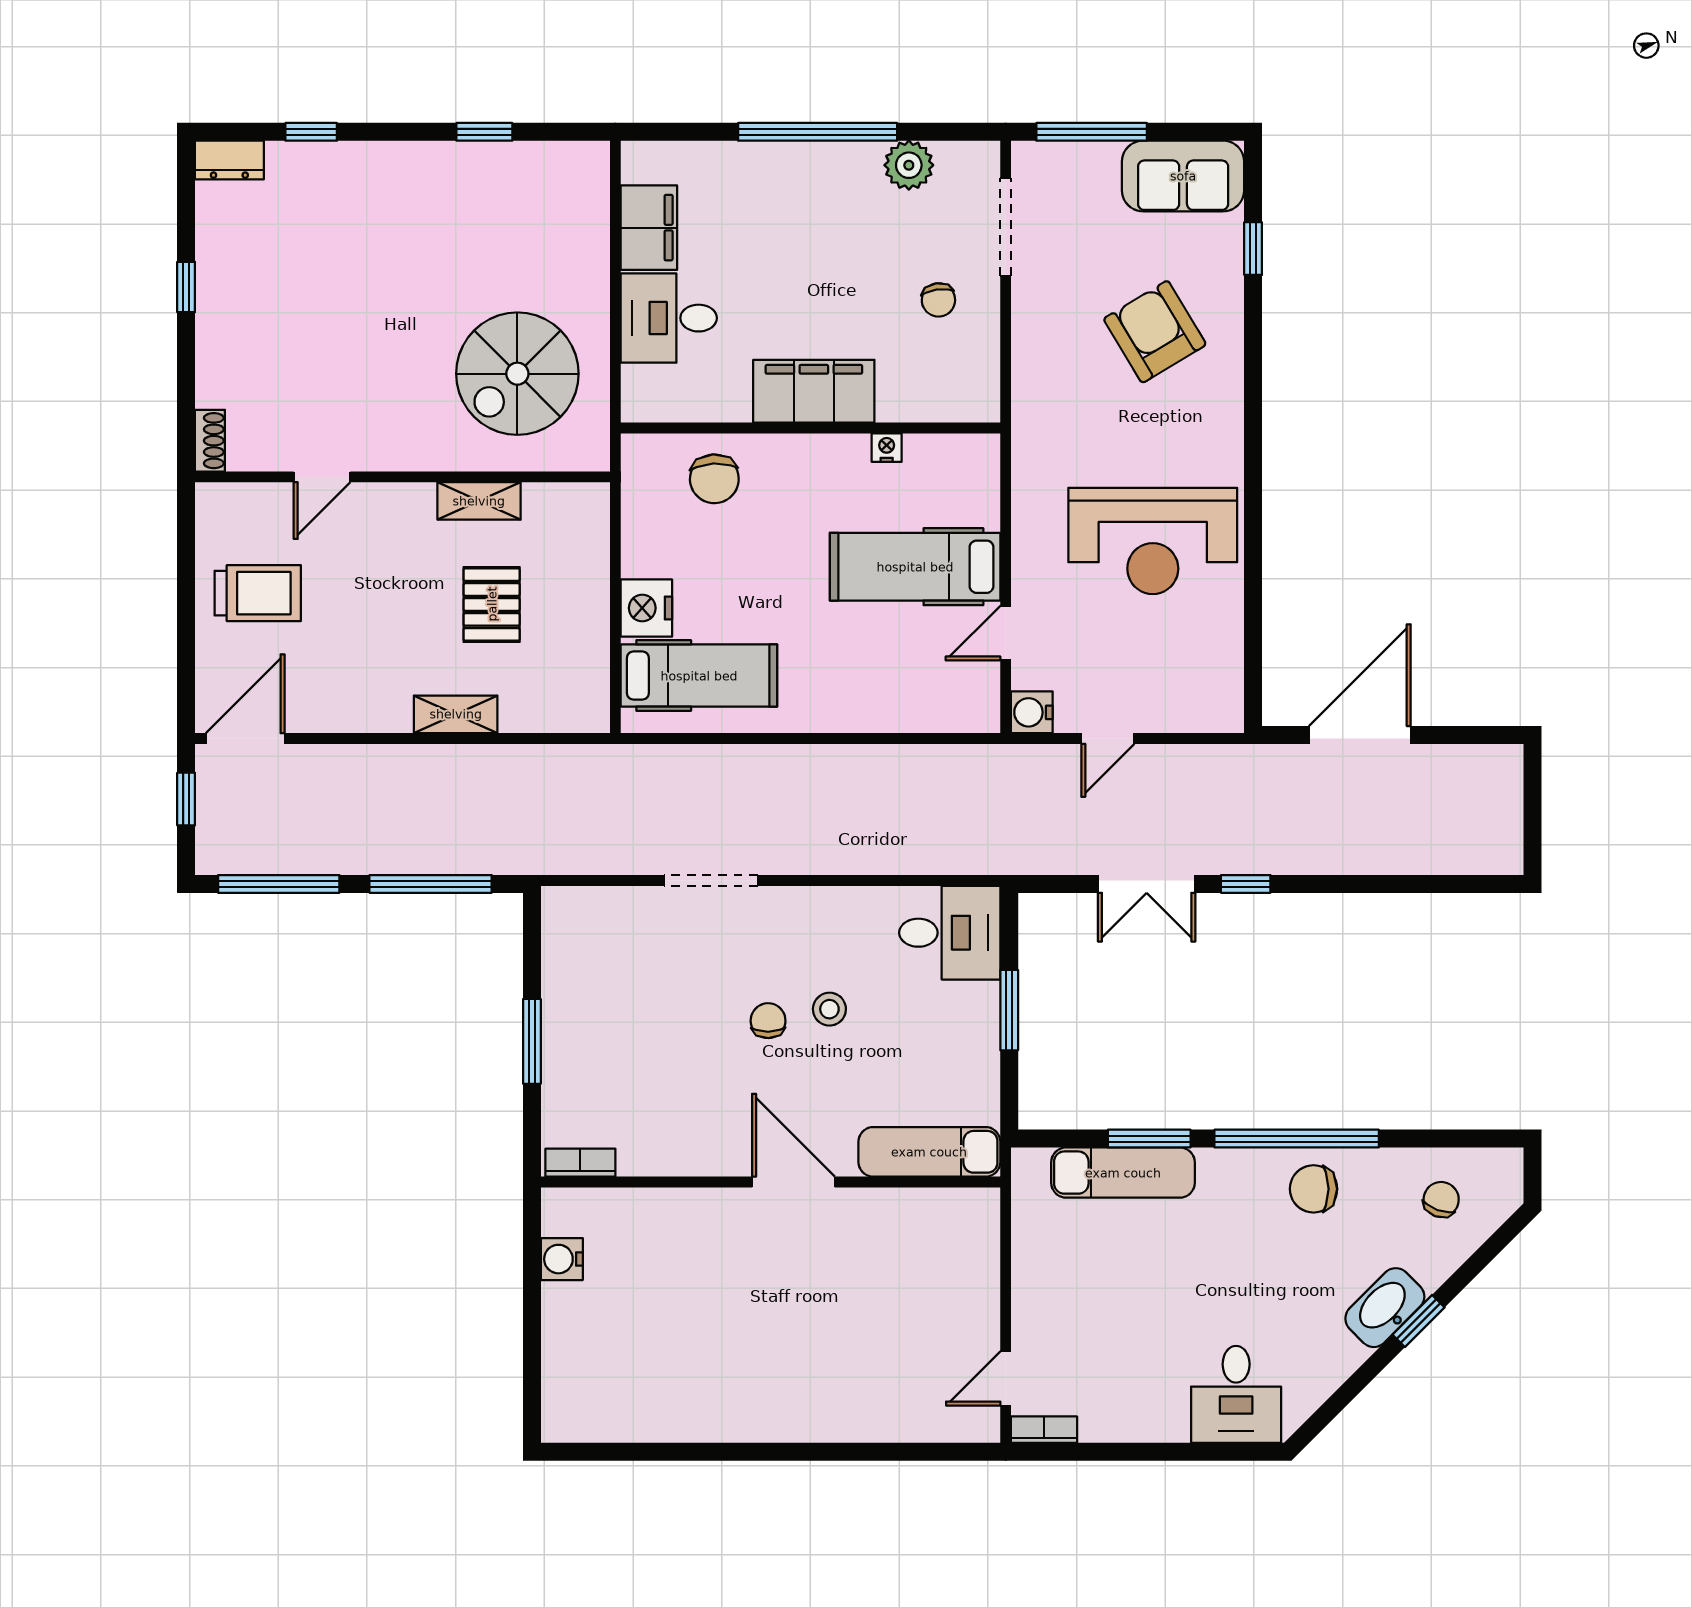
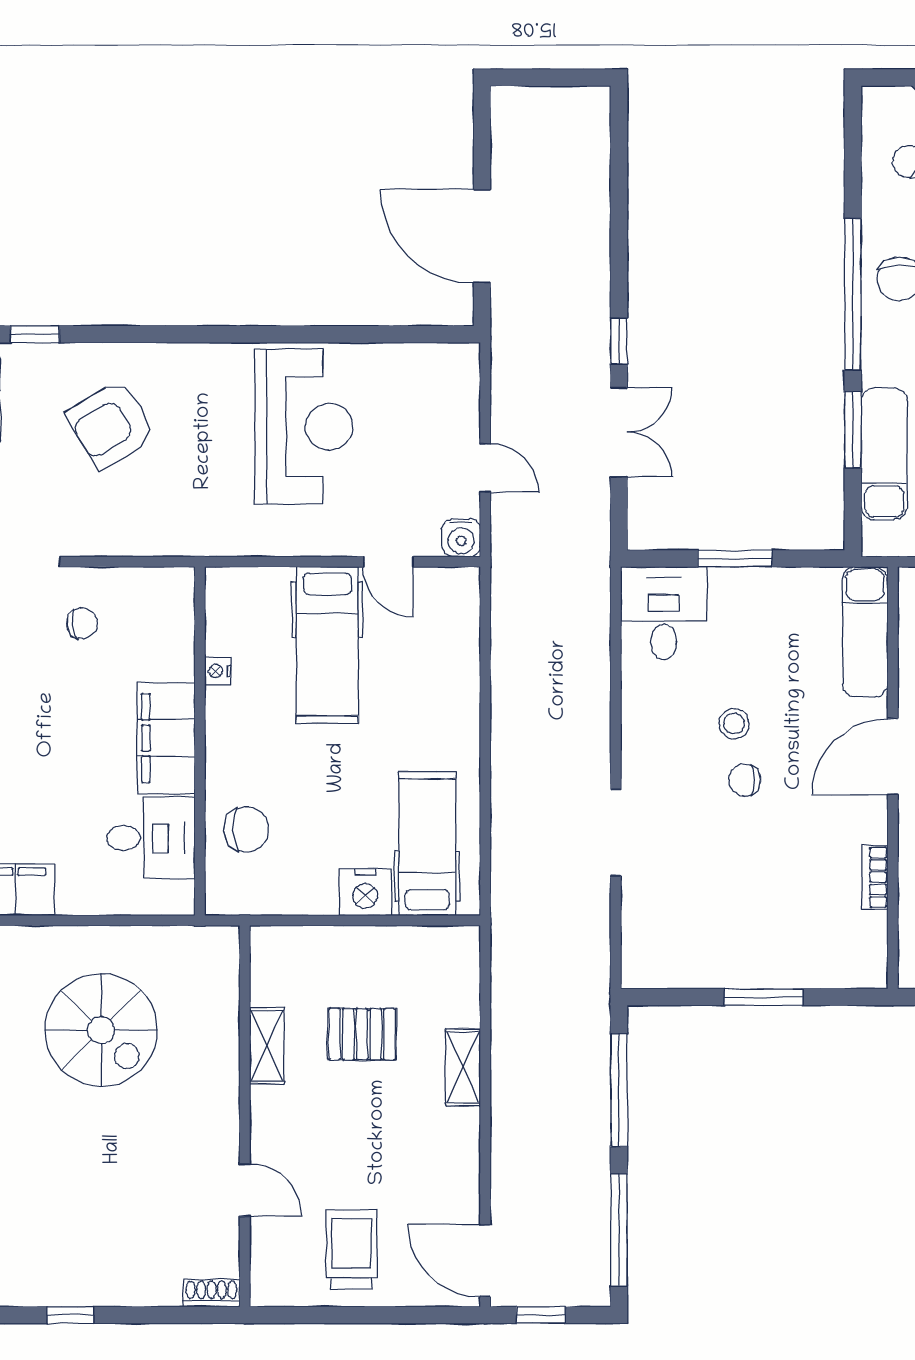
desk: (669, 318) -> (151, 838), moved, turned -90
spiral stairs: (517, 374) -> (101, 1030), moved
bookcase: (580, 1163) -> (875, 877), moved

